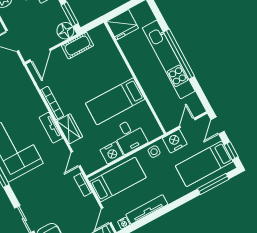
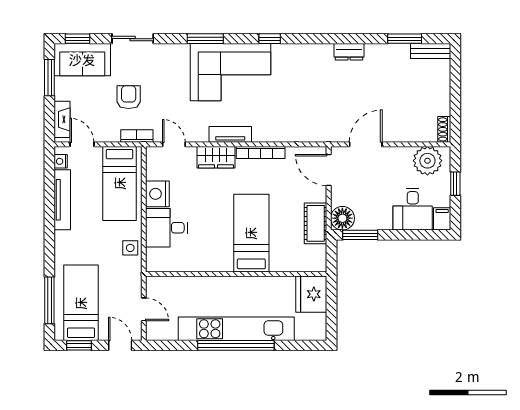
bed: (115, 101) -> (251, 233), moved
nightstand: (175, 141) -> (129, 281), removed
armchair: (62, 203) -> (129, 97), added

